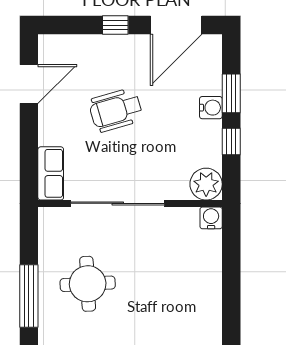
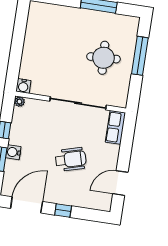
plant: (206, 184) -> (19, 102), width x0.53, depth x0.53

